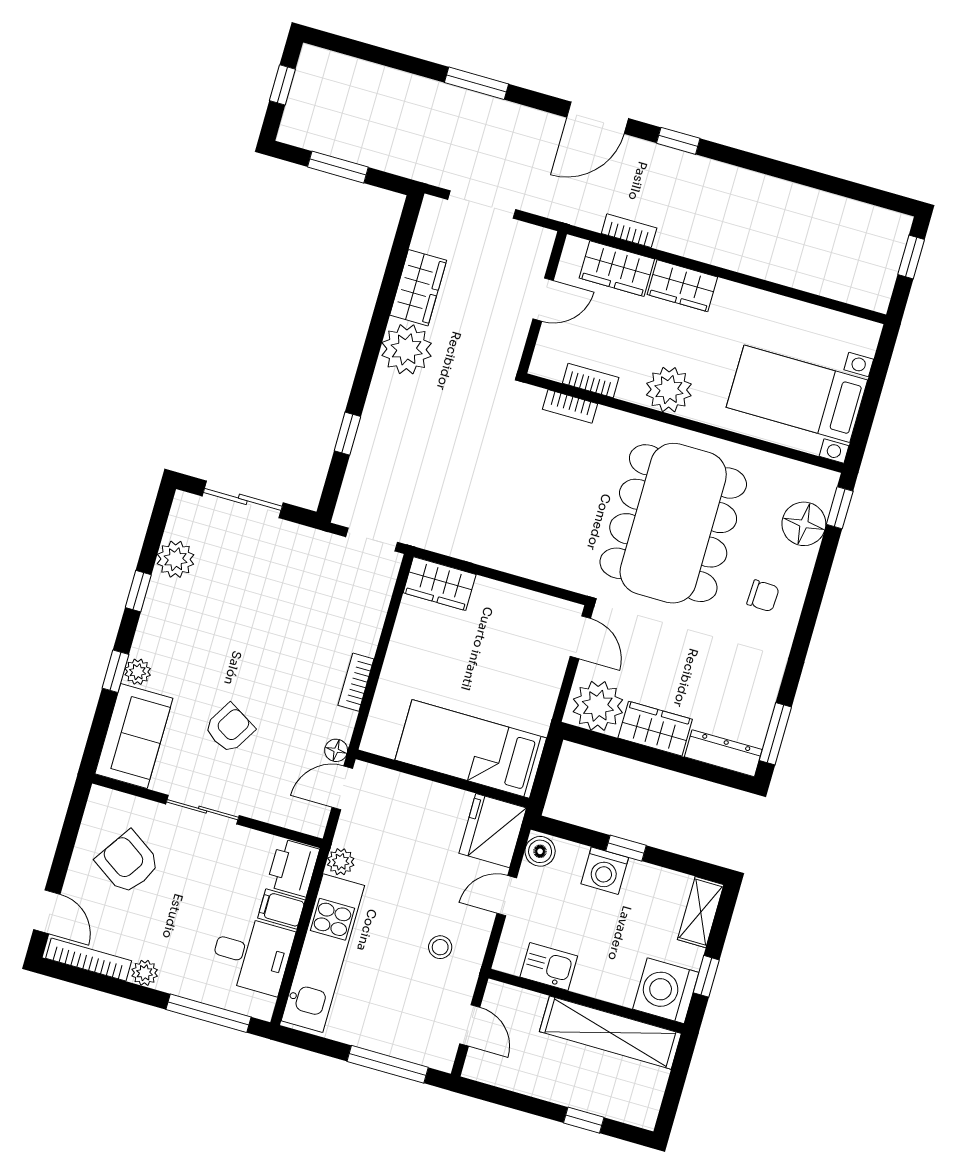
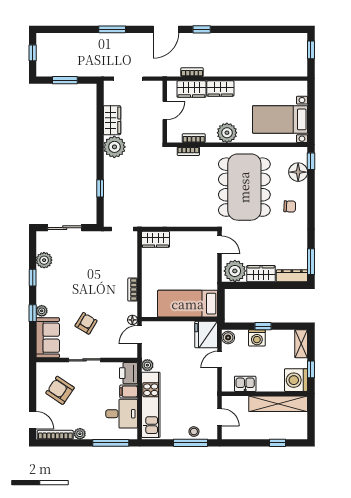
stool: (440, 947) -> (194, 432), moved

